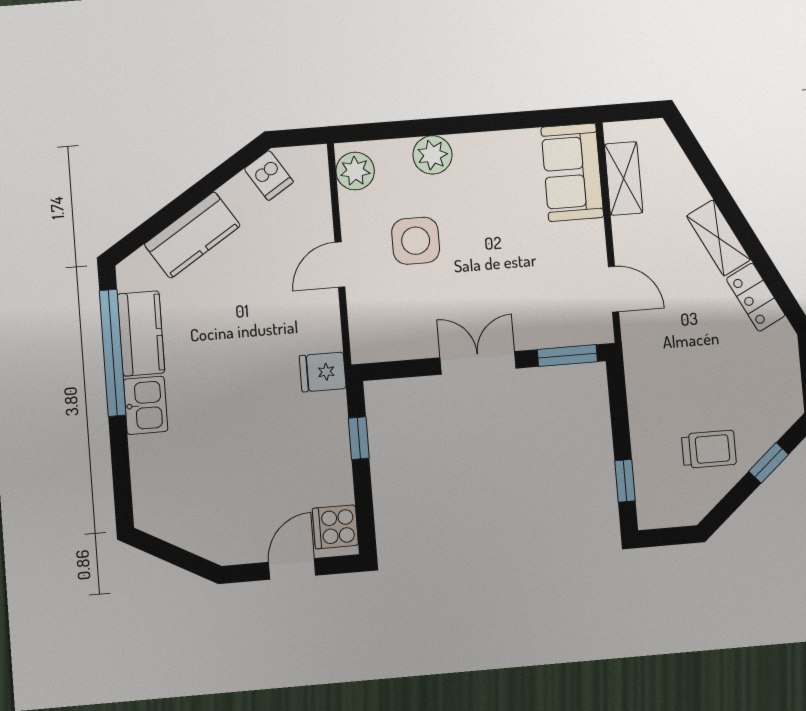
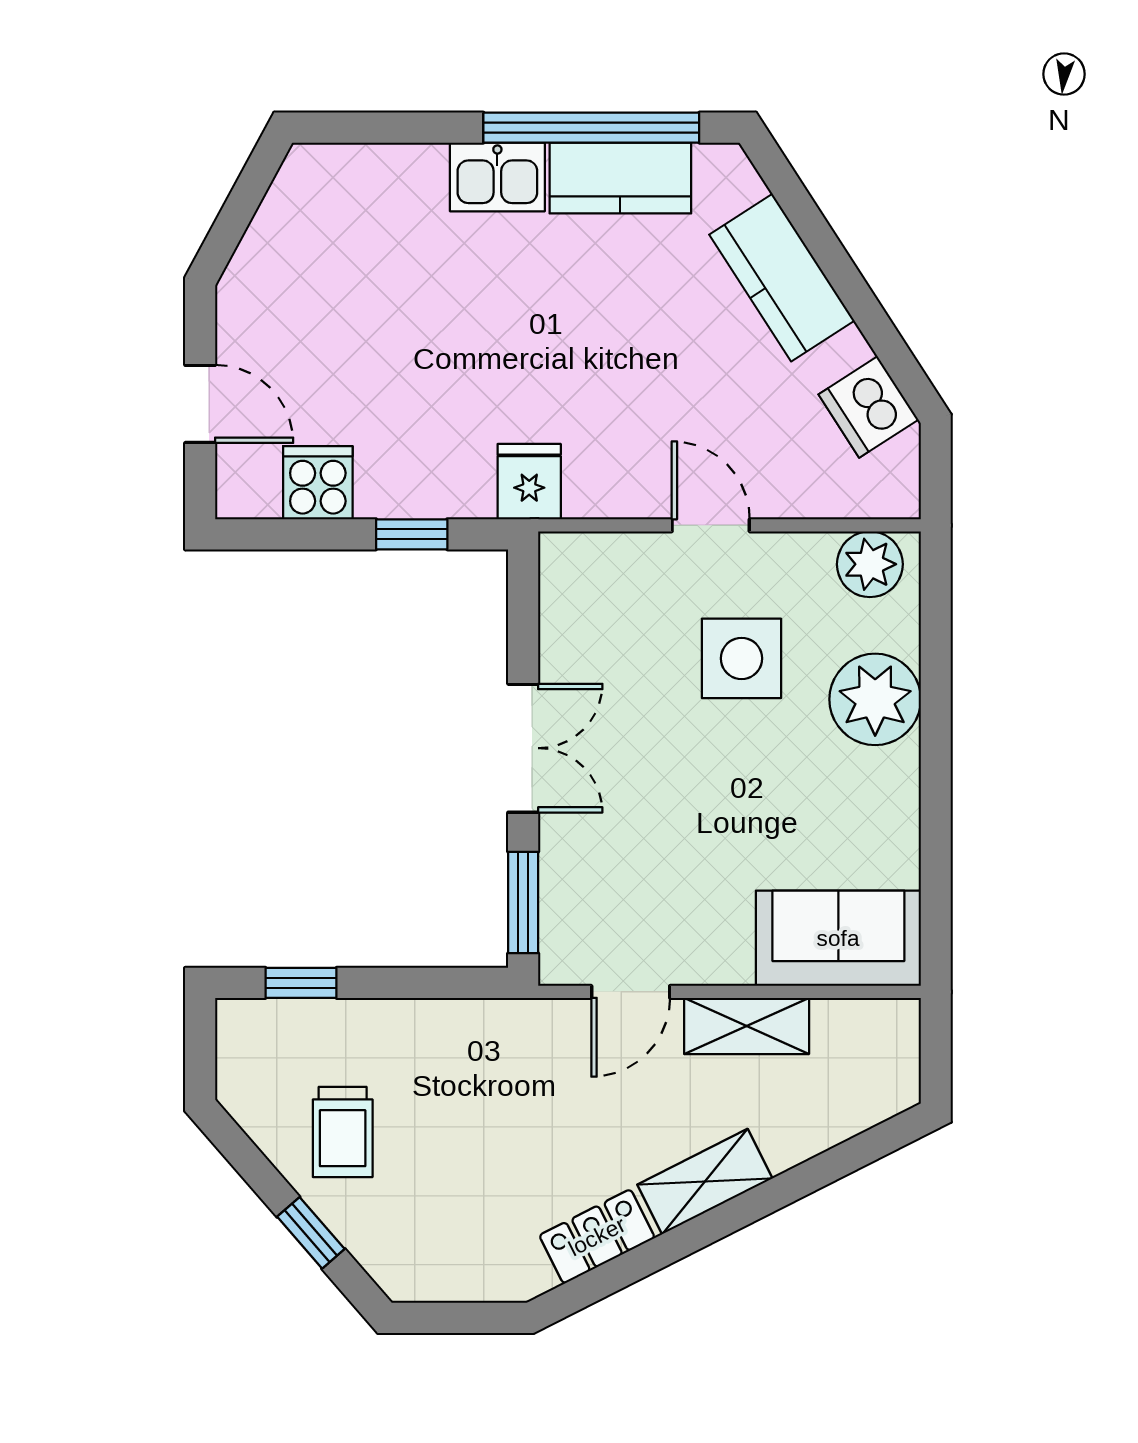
plant: (432, 155) -> (875, 699), width x1.36, depth x1.36
dishwasher: (269, 175) -> (868, 407), width x1.38
shelving: (624, 178) -> (747, 1026), moved
cooker: (335, 527) -> (318, 483), moved

